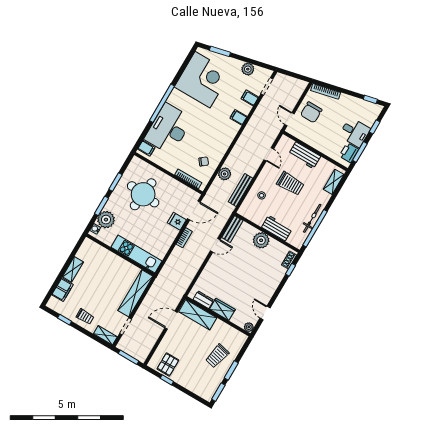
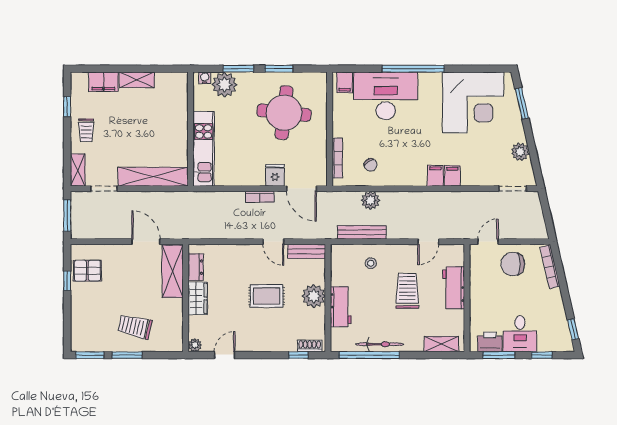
filing cabinet: (250, 98) -> (435, 176), moved
trolley: (290, 184) -> (407, 291), turned 180
rug: (245, 268) -> (267, 296), added

